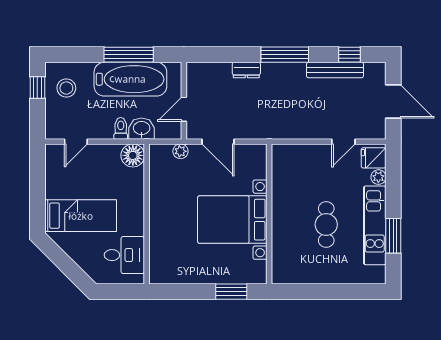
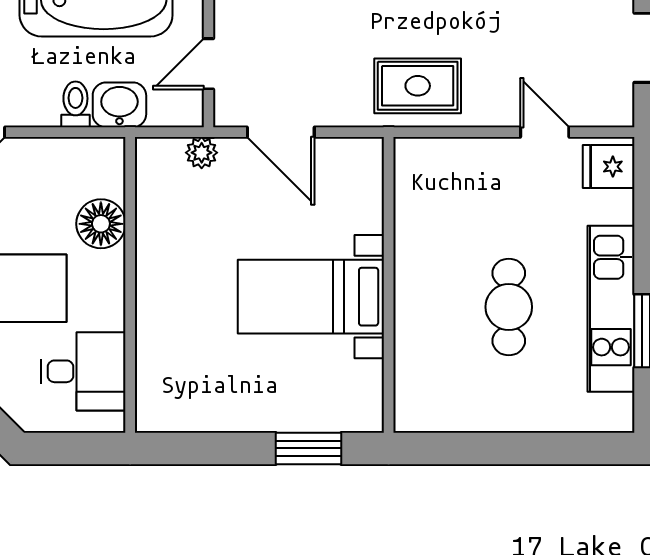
rug: (283, 120) -> (418, 86), added
door: (343, 142) -> (545, 132), swing flipped
floor lamp: (133, 155) -> (101, 224), moved
plant: (378, 177) -> (619, 207), removed
bed with nightstands: (232, 220) -> (311, 297), width x0.73

